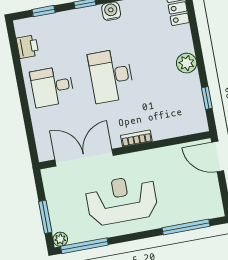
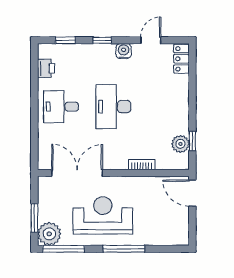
plant: (187, 63) -> (180, 144), moved
bookcase: (136, 138) -> (142, 165), moved
window: (186, 227) -> (124, 249), moved
plant: (60, 239) -> (49, 234), width x1.87, depth x1.87

